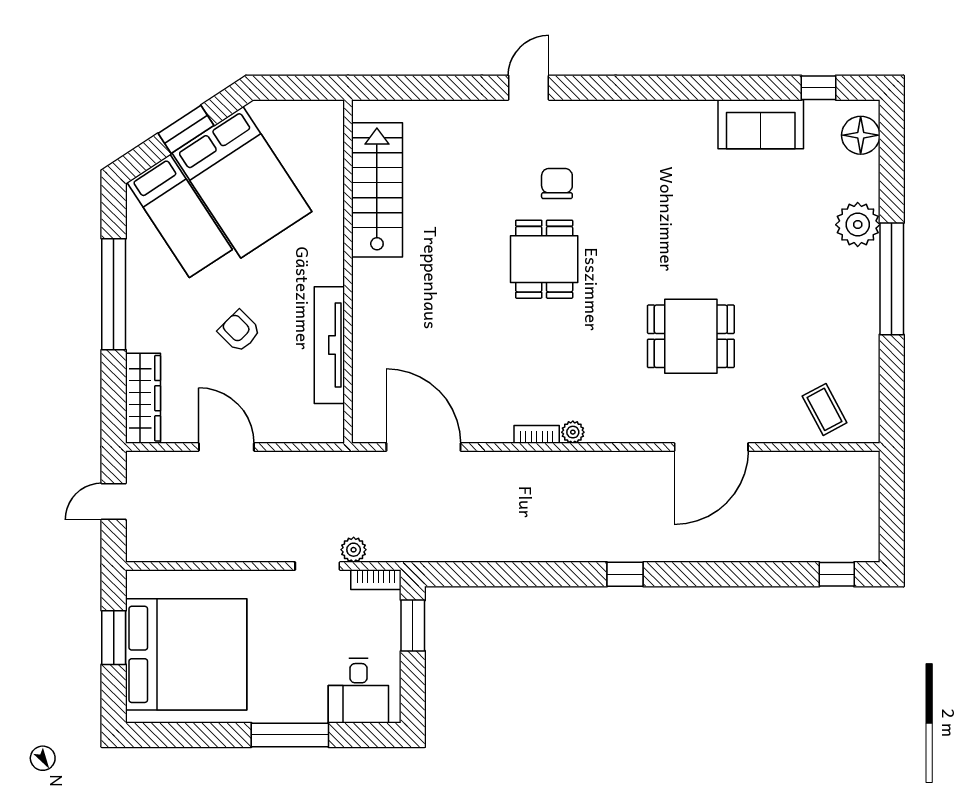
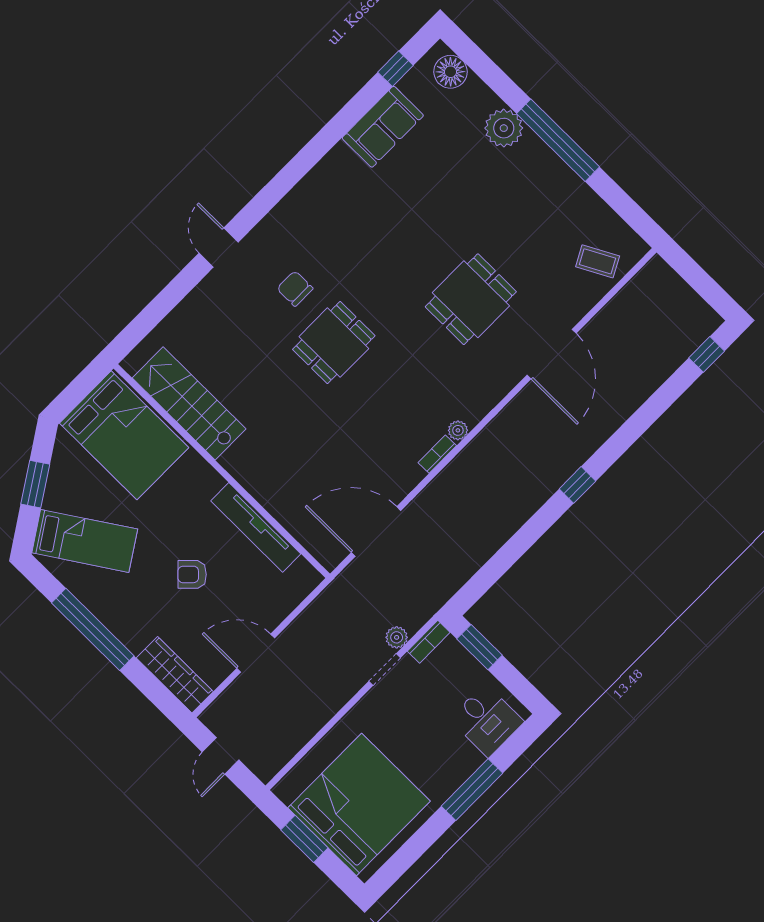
bed: (242, 182) -> (124, 435), moved, turned 33
dining table: (544, 259) -> (334, 343), turned 90

